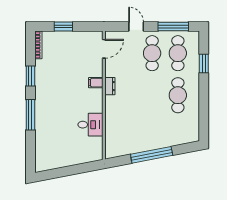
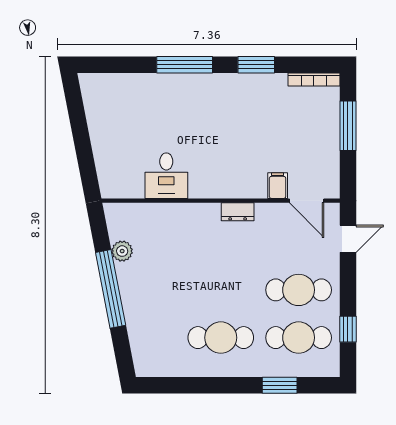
window: (63, 26) -> (348, 126), width x1.44
door: (136, 26) -> (348, 239), moved
window: (173, 26) -> (348, 329), width x0.46
filing cabinet: (96, 83) -> (278, 186), moved
plant: (131, 149) -> (122, 251), added

